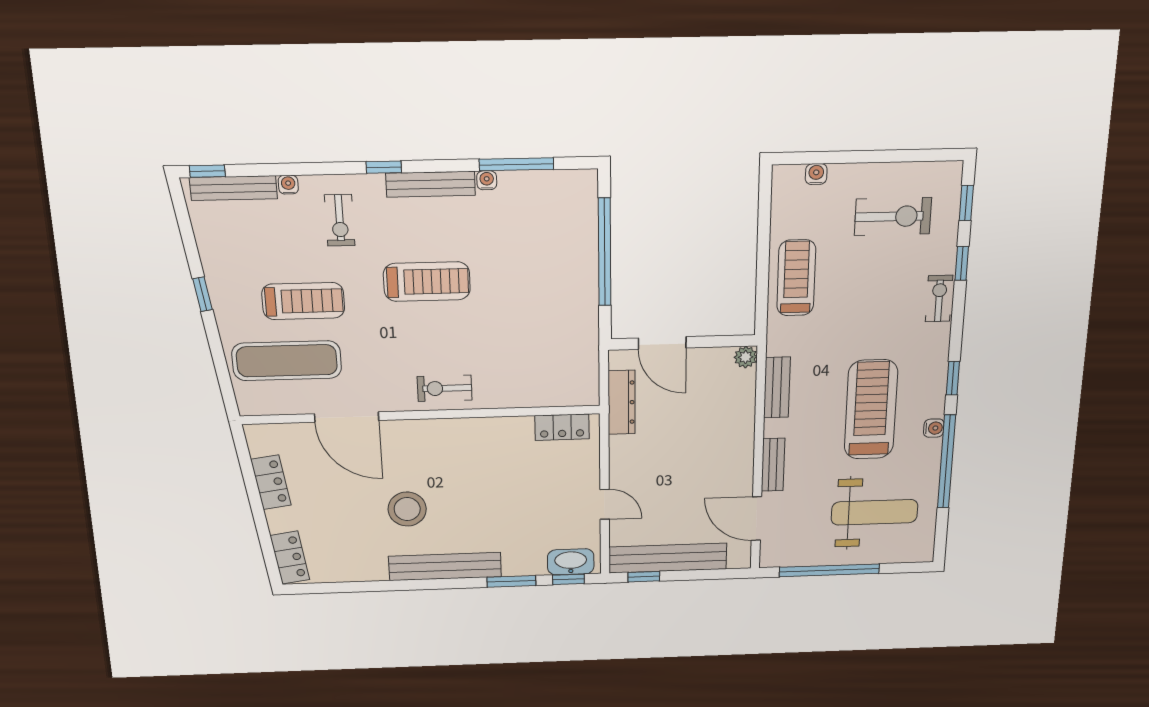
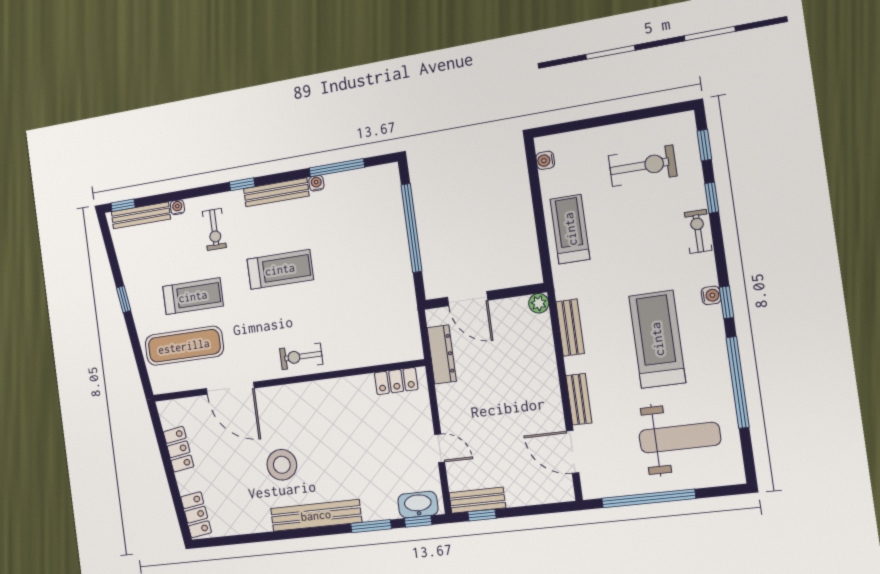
water cooler: (816, 174) -> (545, 160), moved, turned -90
water cooler: (934, 428) -> (711, 295), moved
bench: (668, 558) -> (477, 500), width x0.54, depth x0.82

